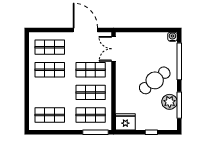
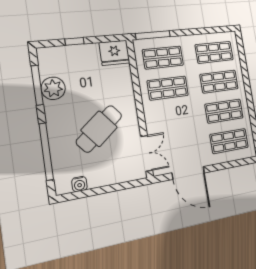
water cooler: (172, 37) -> (79, 184), moved
shop shelf: (91, 70) -> (219, 82), moved
cafe table: (155, 80) -> (99, 129), moved

